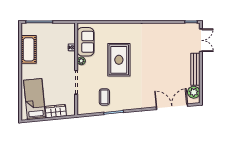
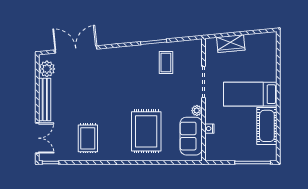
rug: (163, 40) -> (88, 138), added
double door: (201, 40) -> (37, 138), swing flipped
rug: (119, 60) -> (146, 131), moved
bed: (35, 99) -> (250, 94), moved, turned 96
double door: (172, 107) -> (76, 50), swing flipped

